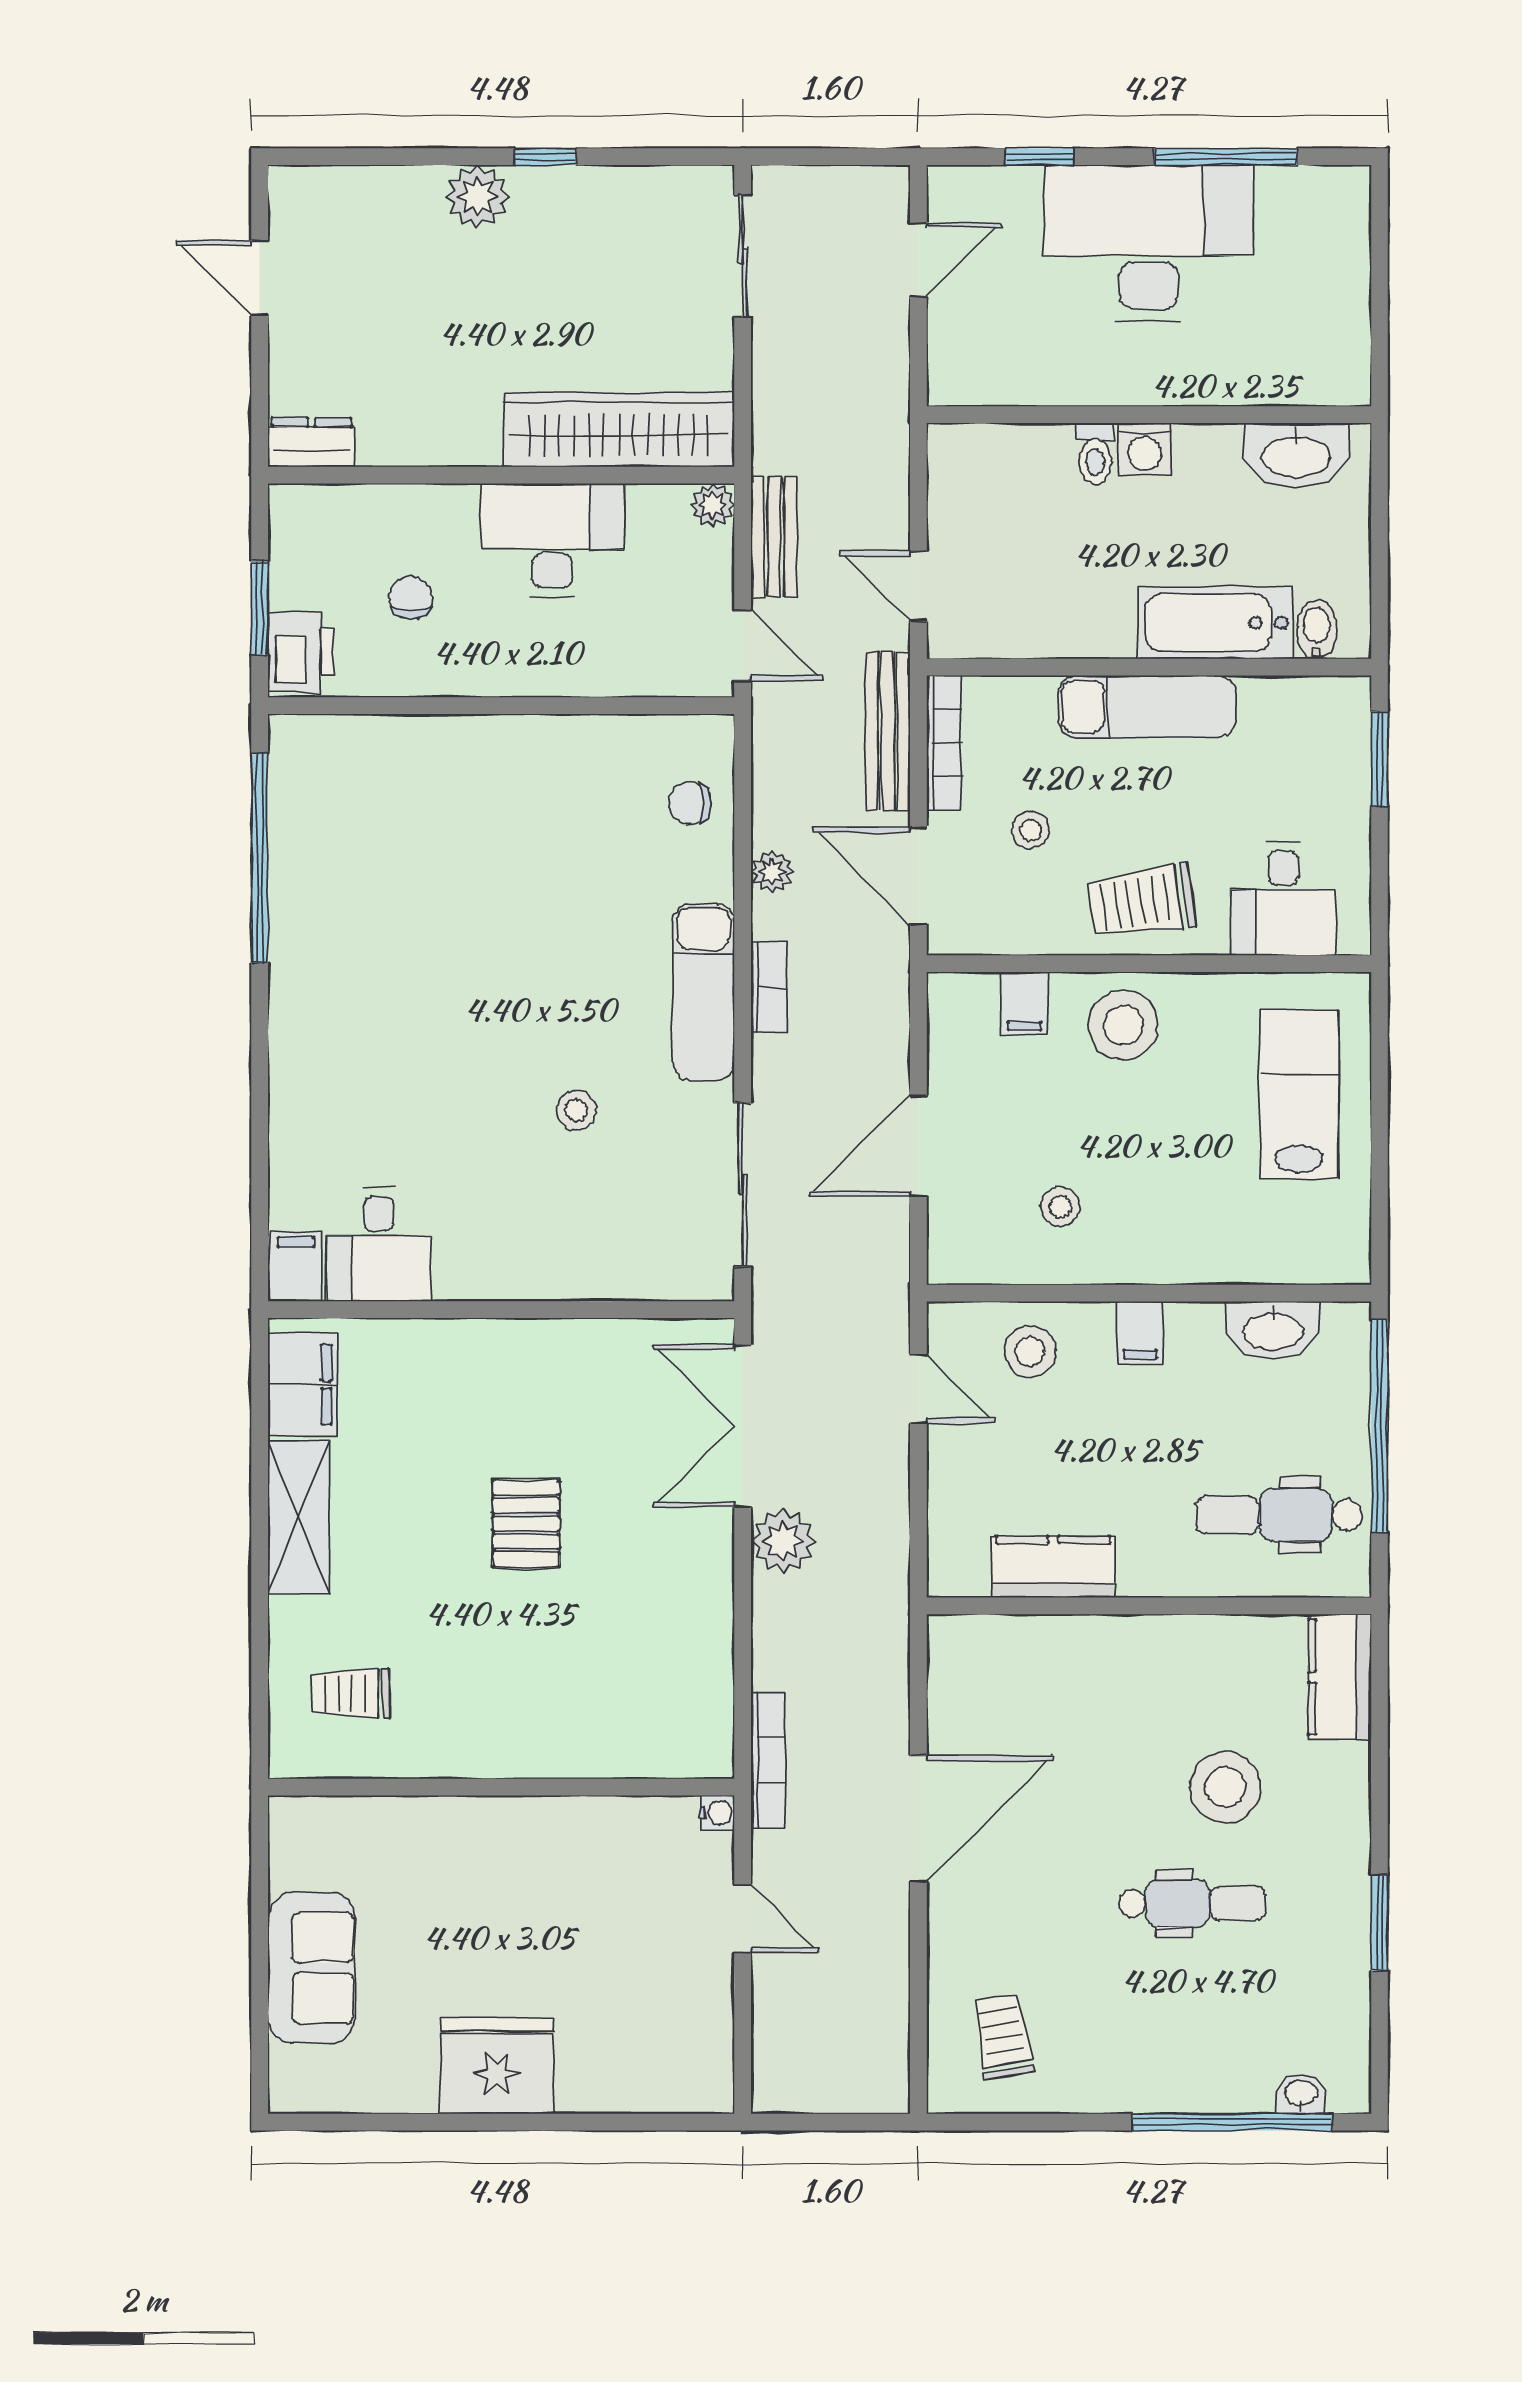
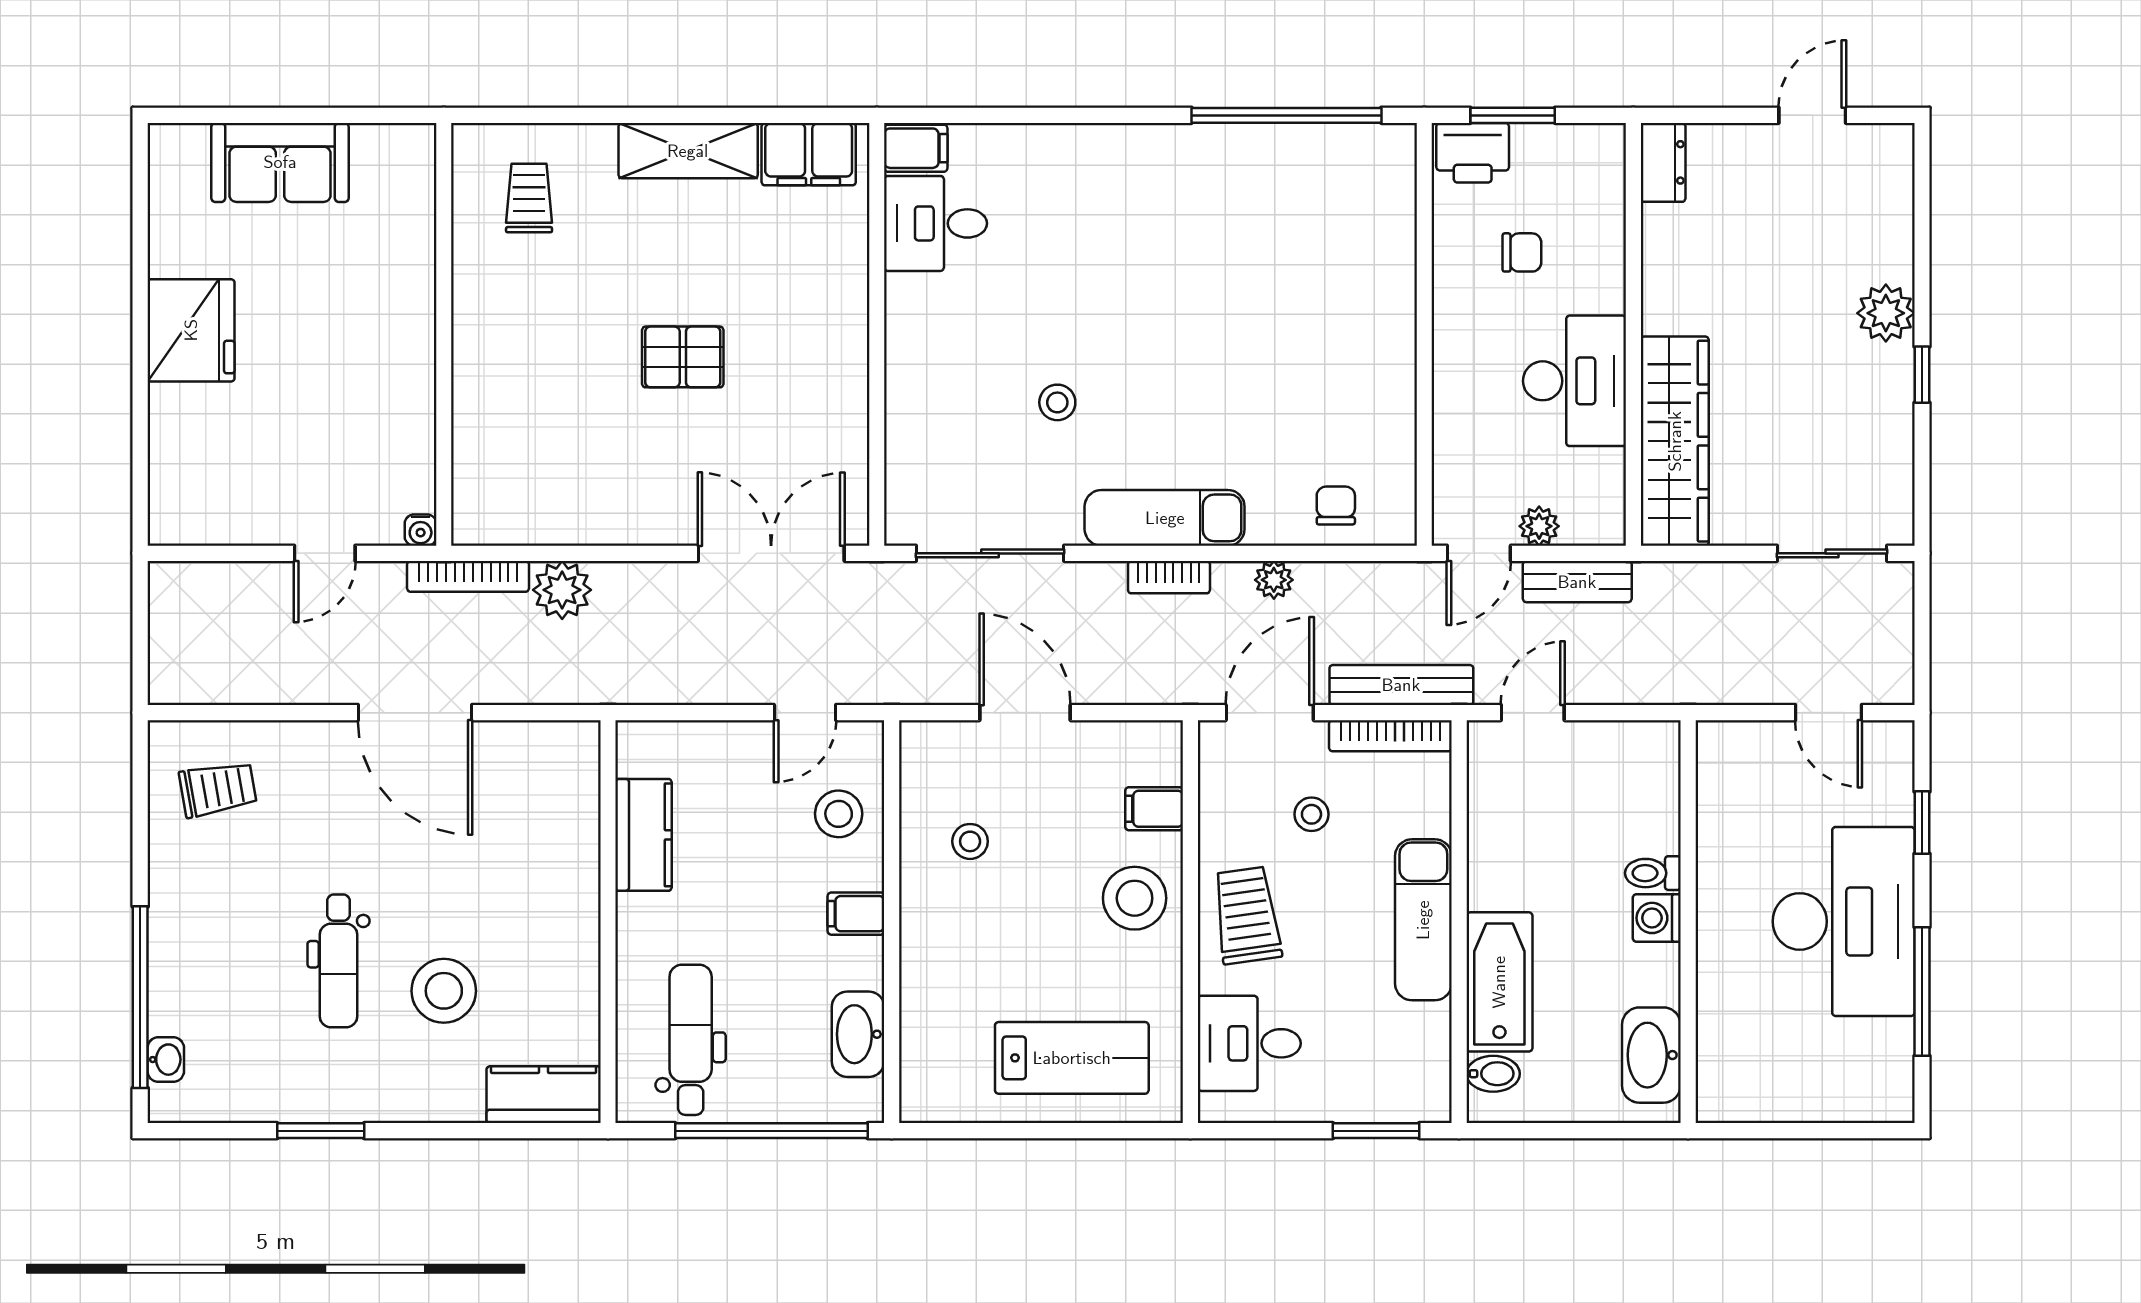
plant: (713, 505) -> (1539, 526), moved
plant: (783, 1541) -> (562, 590), moved

